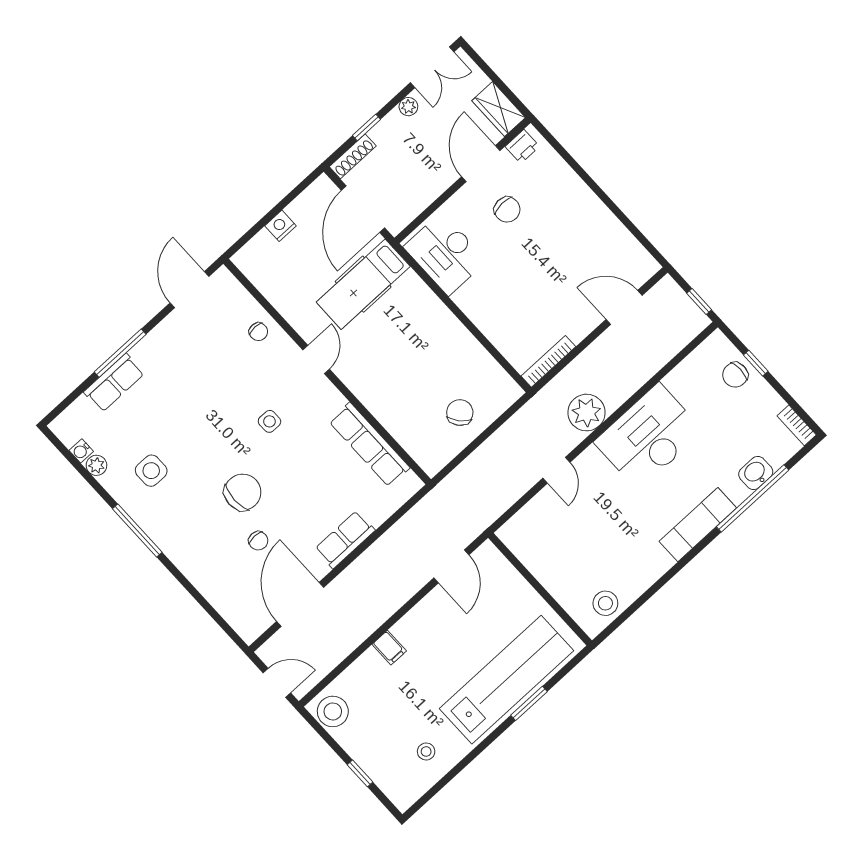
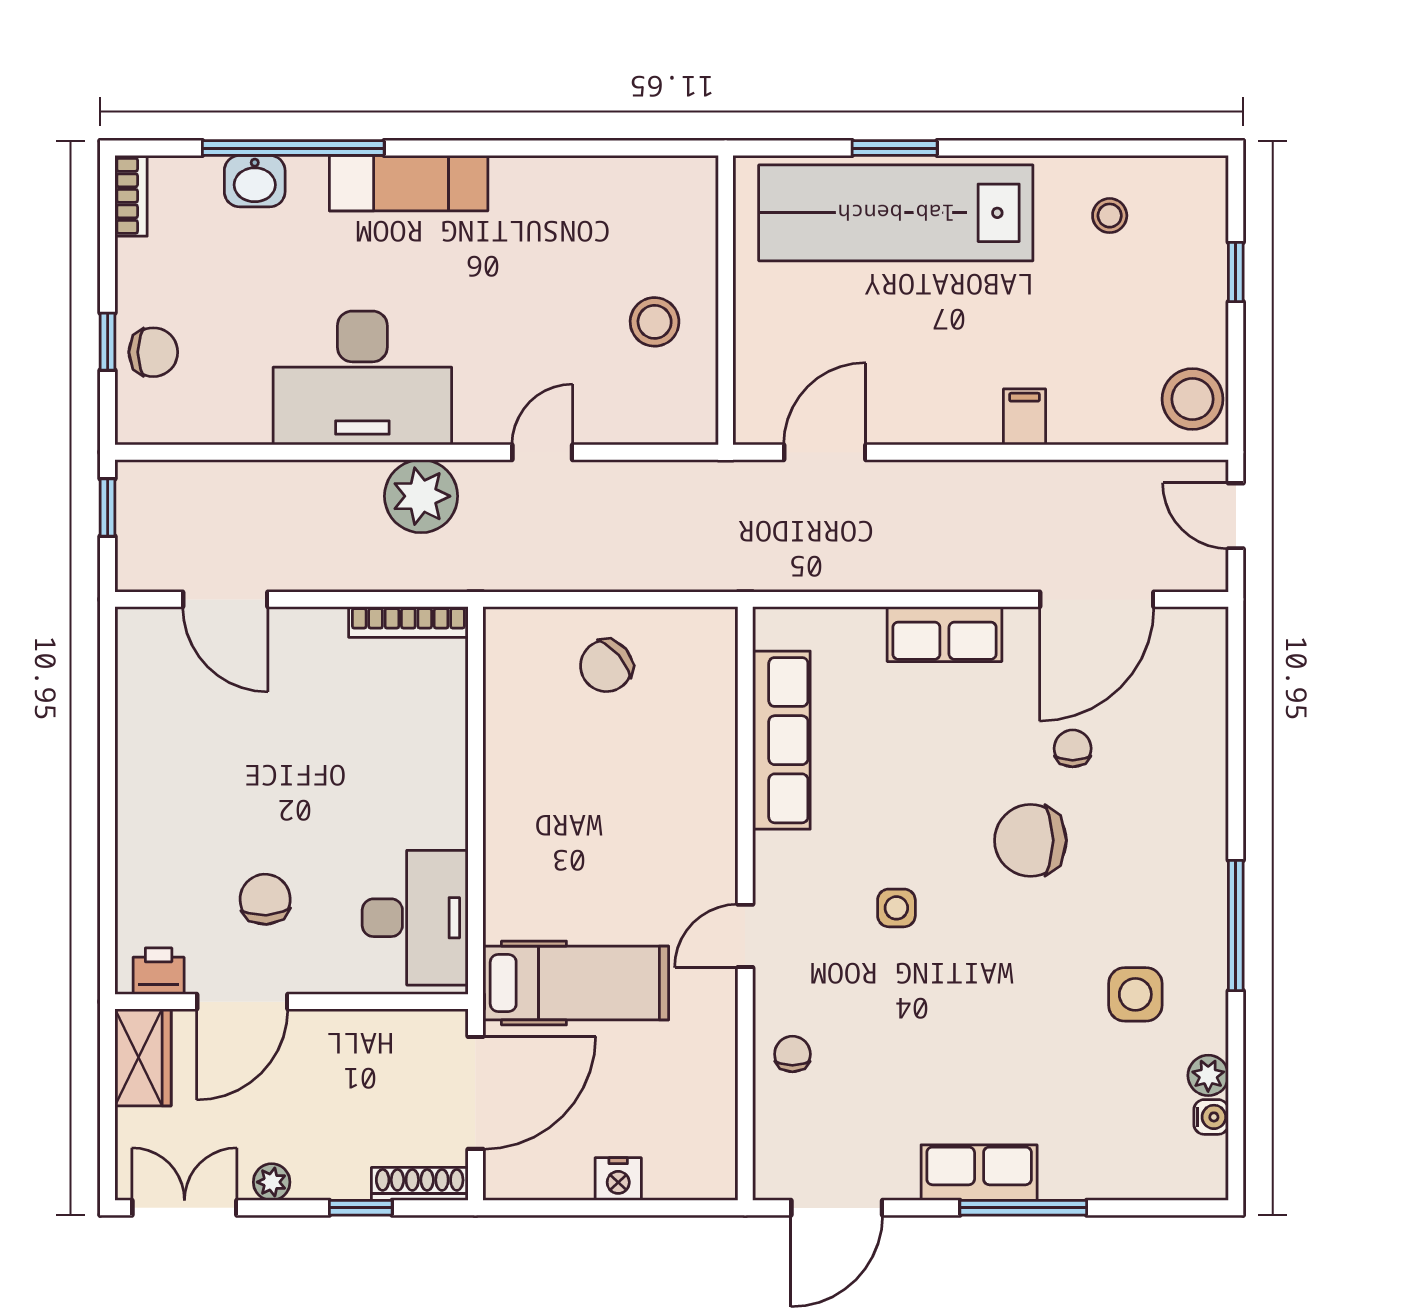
row of seats: (114, 383) -> (979, 1173), moved
stool: (605, 603) -> (655, 322), moved

